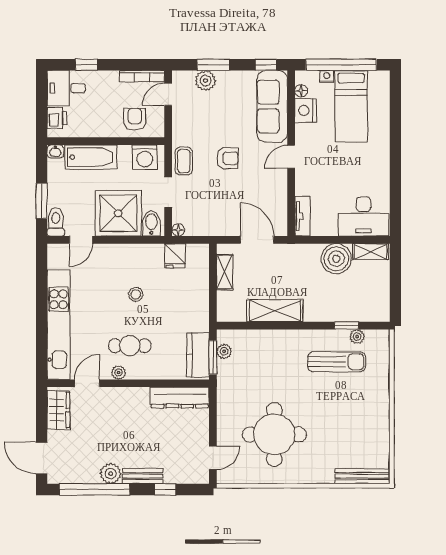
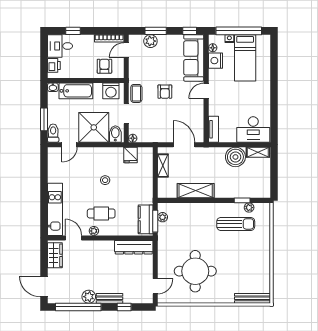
armchair: (228, 158) -> (165, 92), turned 90
kitchen unit: (59, 325) -> (55, 209), width x0.73
door: (87, 383) -> (73, 238), hinge flipped

